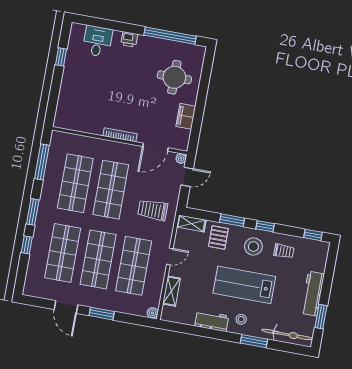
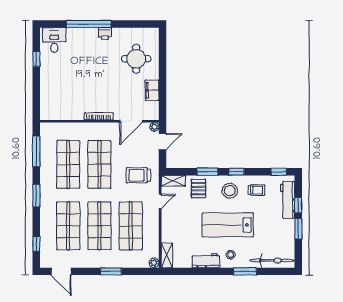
window: (170, 36) -> (89, 24), moved
printer: (129, 39) -> (105, 33), moved
desk: (97, 41) -> (54, 40), moved
window: (27, 245) -> (36, 244), moved
door: (170, 256) -> (160, 201), moved
window: (328, 277) -> (298, 205), added
shelving: (171, 291) -> (167, 255), moved
workbench: (313, 294) -> (288, 200), moved
door: (66, 307) -> (61, 271), moved
window: (321, 317) -> (298, 229), moved

